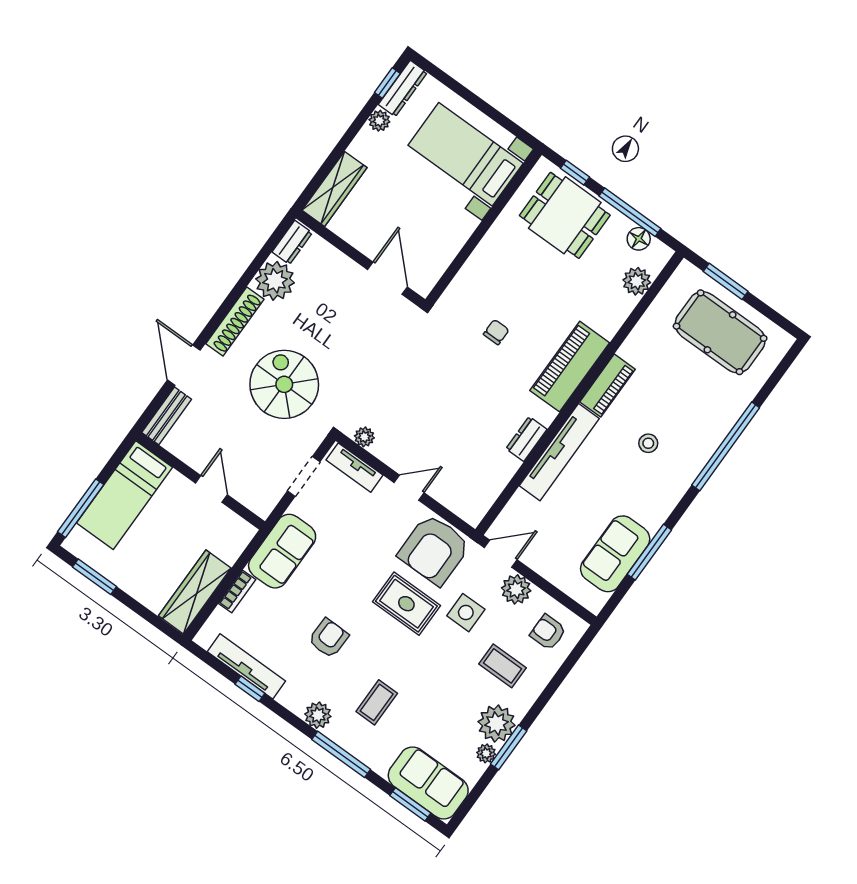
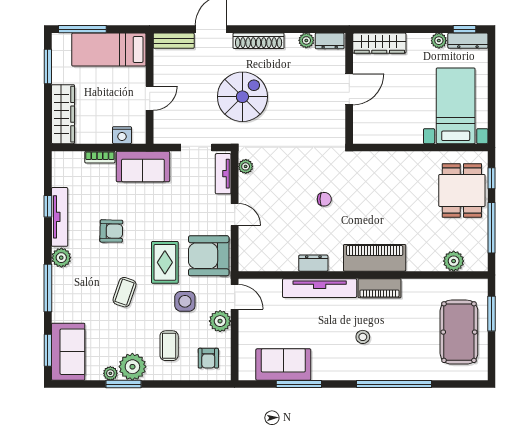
floor lamp: (639, 239) -> (479, 244), removed
door: (387, 278) -> (349, 89), moved
plant: (275, 281) -> (306, 40), width x0.53, depth x0.53
chair: (496, 332) -> (324, 199), moved
nightstand: (230, 549) -> (122, 135), added
wardrobe: (195, 592) -> (63, 114), moved, turned 90
armchair: (548, 632) -> (208, 358), turned 180
tv unit: (246, 666) -> (60, 217), moved
coffee table: (377, 702) -> (124, 292), moved, turned -71

